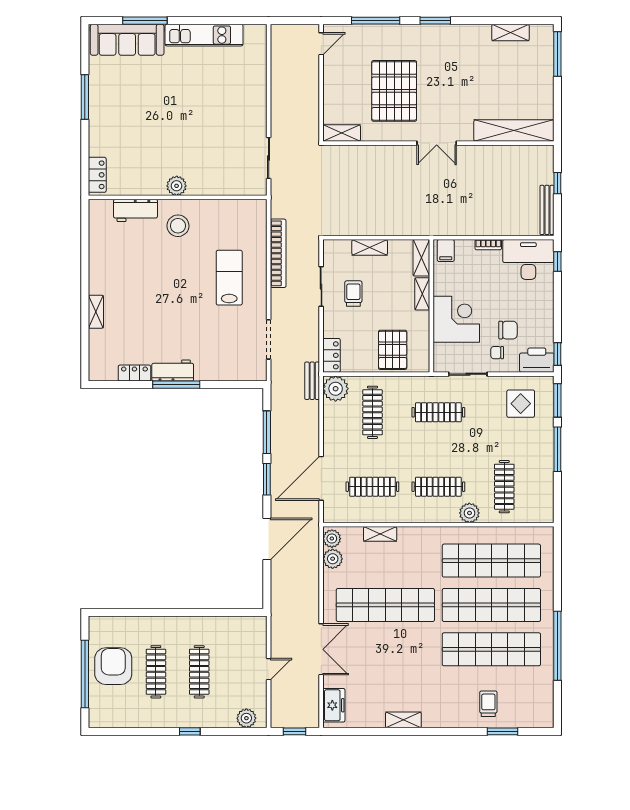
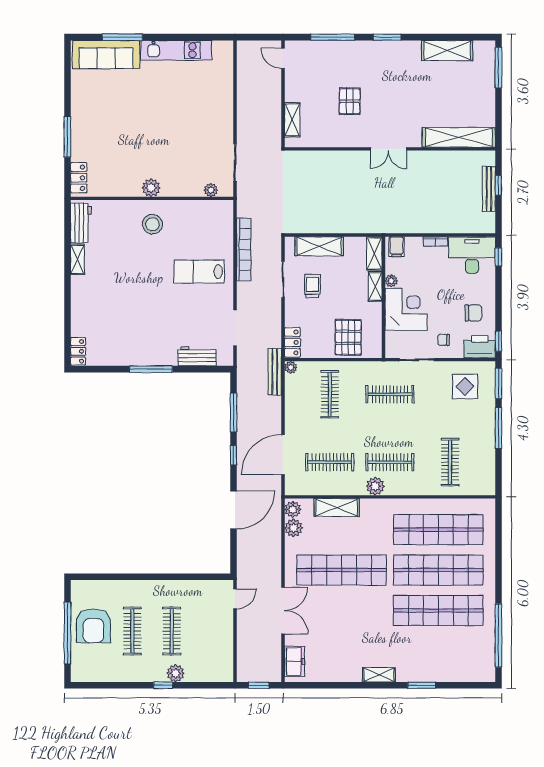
shelving: (510, 32) -> (447, 50), width x1.50, depth x1.33
door: (321, 44) -> (283, 58), swing flipped
pallet: (394, 91) -> (350, 101), width x0.49, depth x0.50
window: (85, 97) -> (67, 137), moved
shelving: (342, 133) -> (292, 120), moved, turned 90
plant: (242, 188) -> (211, 190), added
workbench: (135, 210) -> (81, 223), moved, turned -90
bench: (547, 210) -> (489, 189), moved
shelving: (370, 247) -> (319, 246), width x1.50, depth x1.33
lab bench: (229, 278) -> (199, 272), turned -90
plant: (440, 288) -> (391, 281), added
shelving: (96, 312) -> (77, 259), moved
chair: (508, 330) -> (473, 313), moved
workbench: (173, 370) -> (197, 356), moved
locker: (134, 373) -> (78, 351), moved, turned 90
bench: (312, 381) -> (275, 372), width x1.36
plant: (336, 389) -> (291, 367), width x0.53, depth x0.53
window: (267, 479) -> (233, 455), width x0.67
plant: (469, 513) -> (375, 486), moved
shelving: (380, 534) -> (337, 508), width x1.50, depth x1.33
window: (557, 646) -> (498, 636), moved
armchair: (113, 666) -> (93, 626), turned 180
door: (269, 669) -> (235, 599), moved
trolley: (488, 704) -> (435, 660), removed
plant: (246, 718) -> (176, 673), moved
shelving: (403, 720) -> (379, 675), moved
window: (503, 731) -> (422, 685), moved

